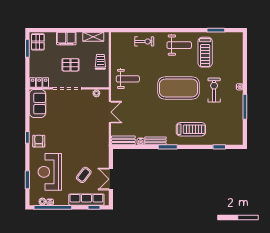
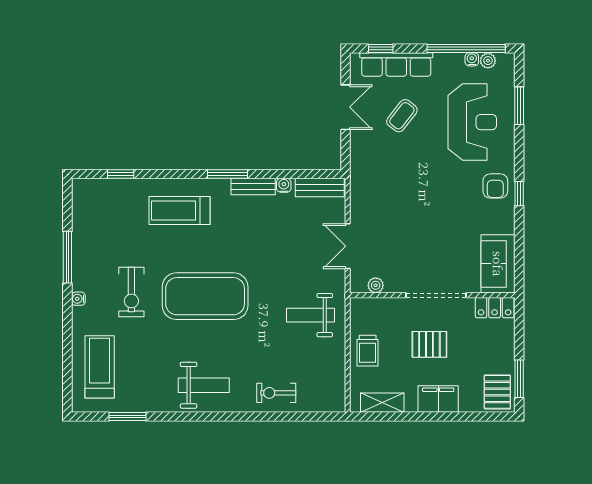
weight bench: (179, 45) -> (204, 385), turned 180
treadmill: (205, 52) -> (100, 367), moved

